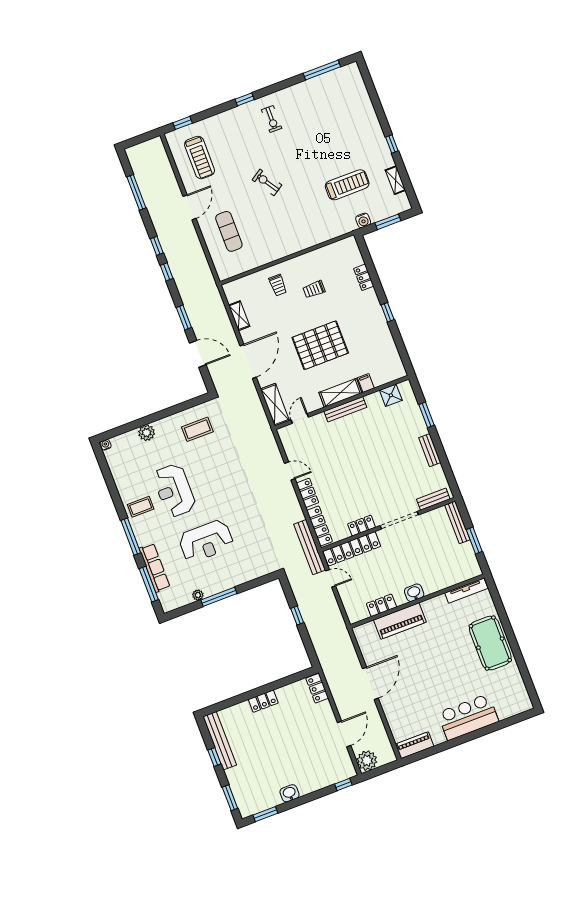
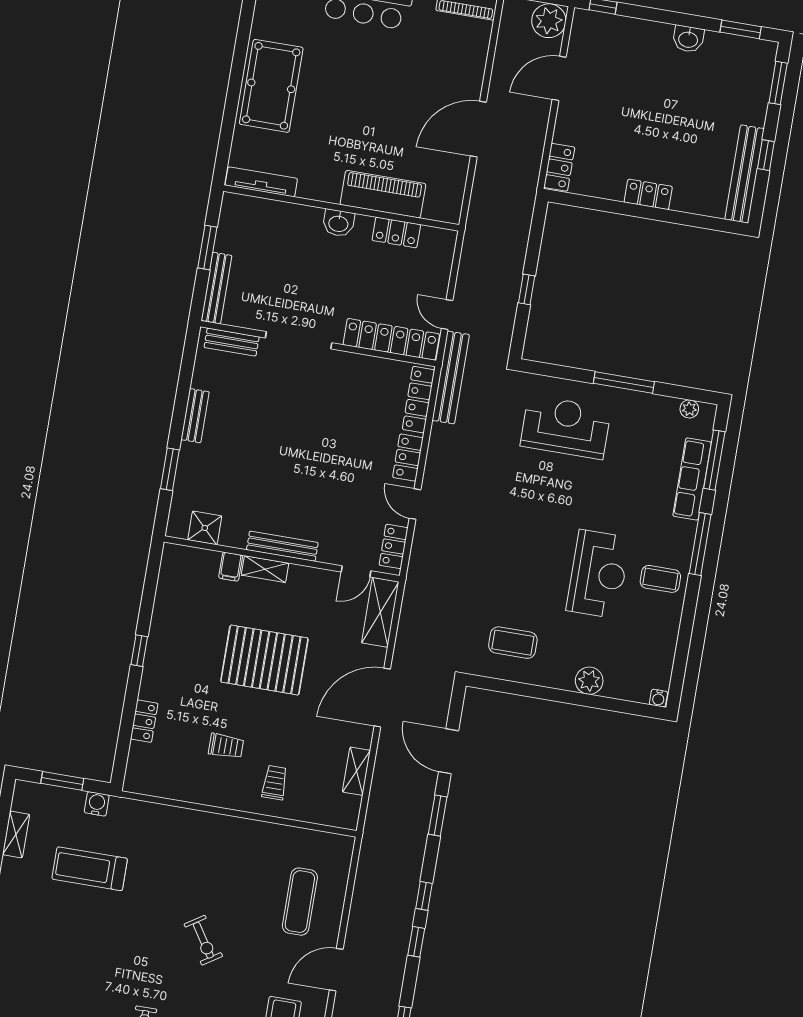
shelving: (340, 393) -> (265, 569), width x0.67, depth x0.75
locker: (362, 526) -> (394, 546), moved, turned 90
reception desk: (206, 541) -> (566, 427), moved
plant: (198, 595) -> (689, 409), moved

